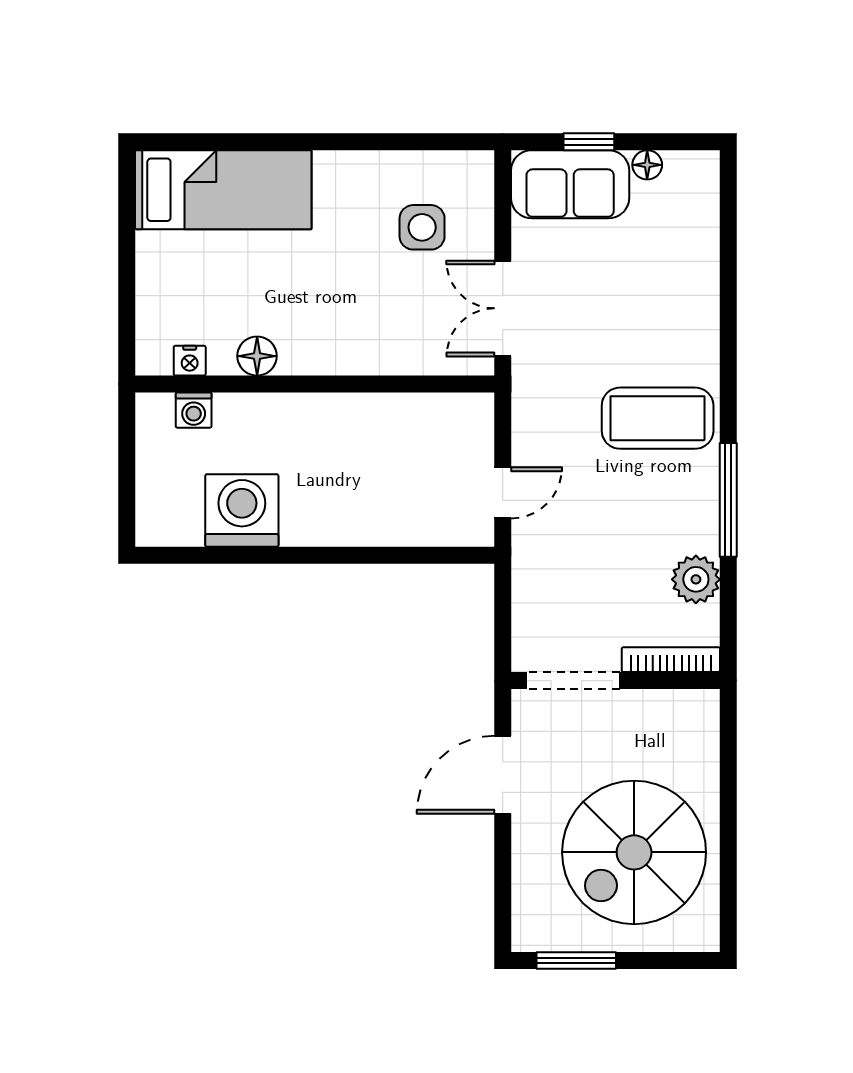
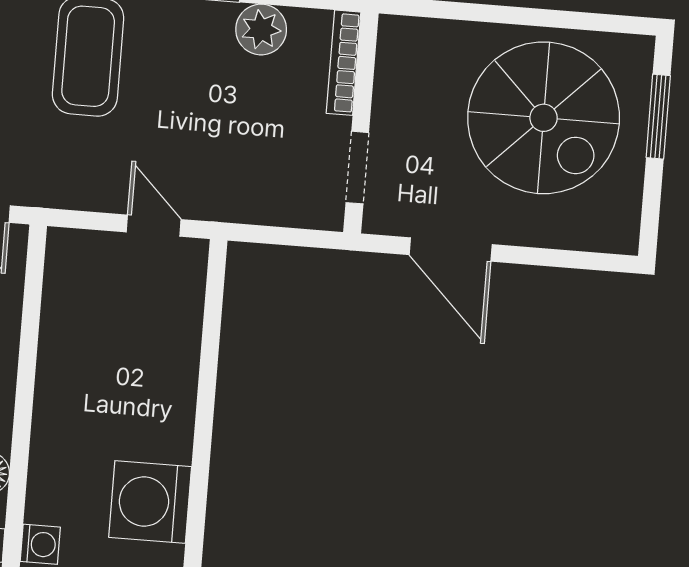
doorway: (573, 681) -> (357, 168), width x0.73
window: (576, 960) -> (658, 117), moved

